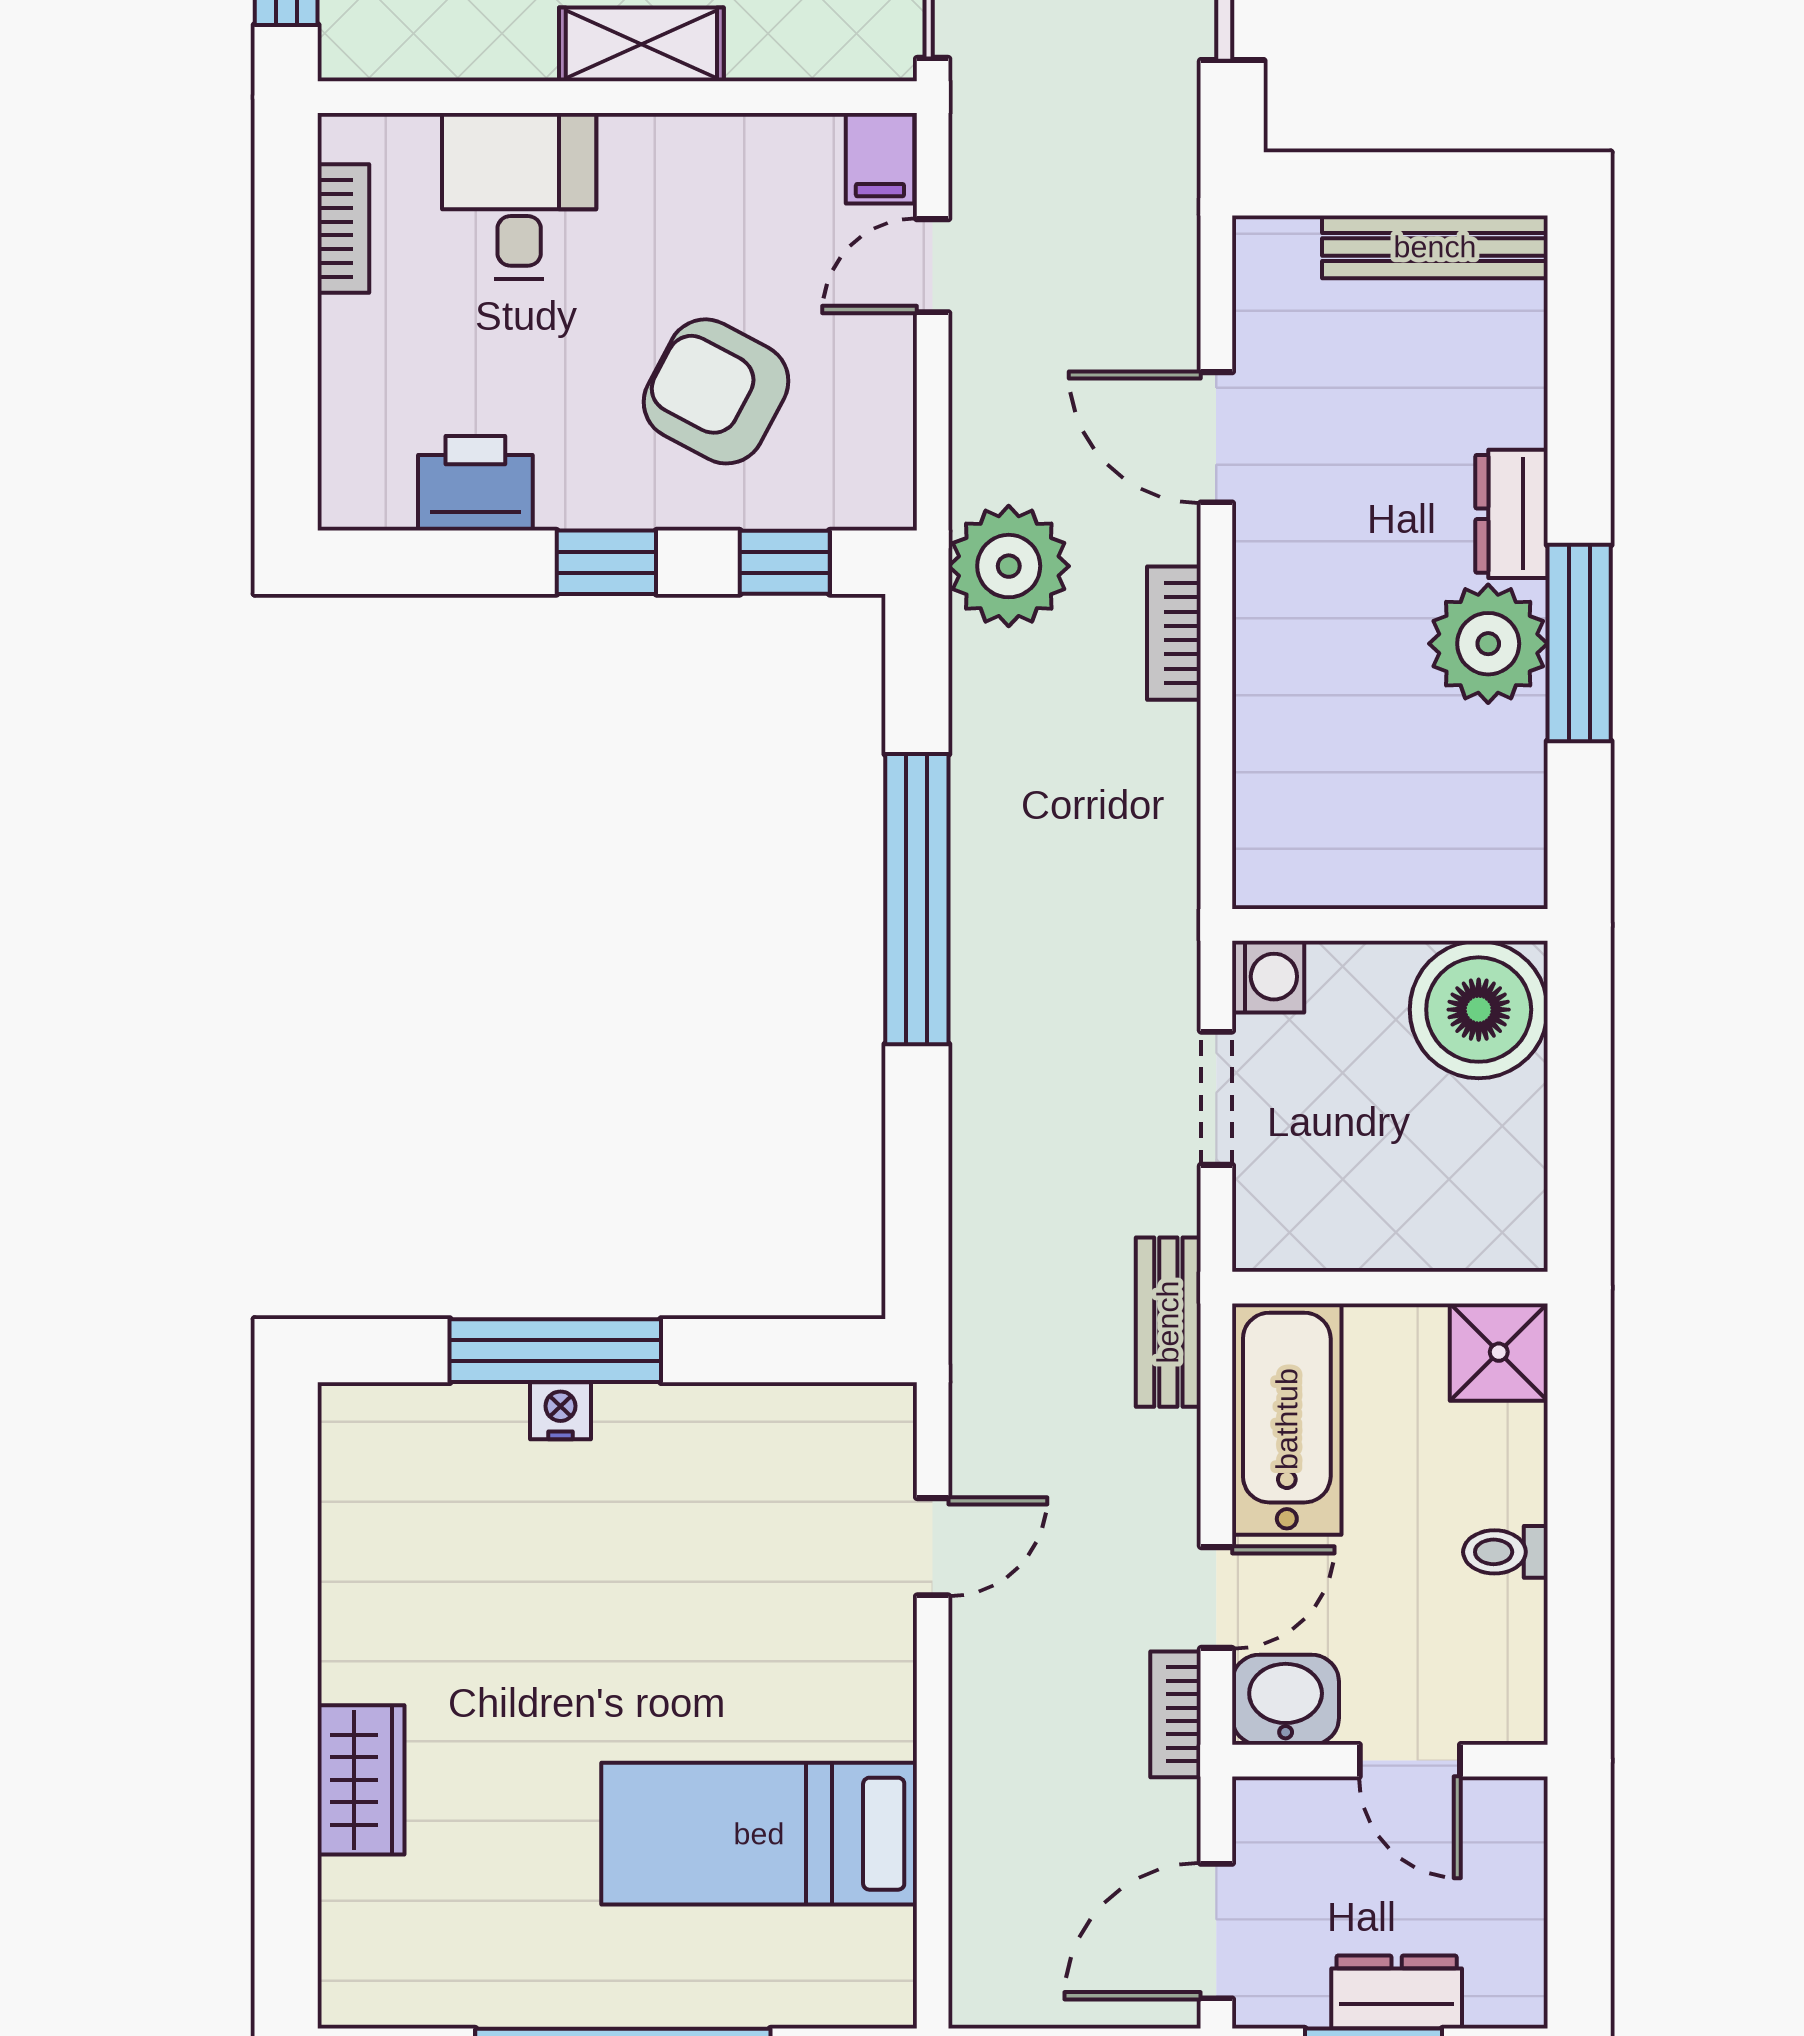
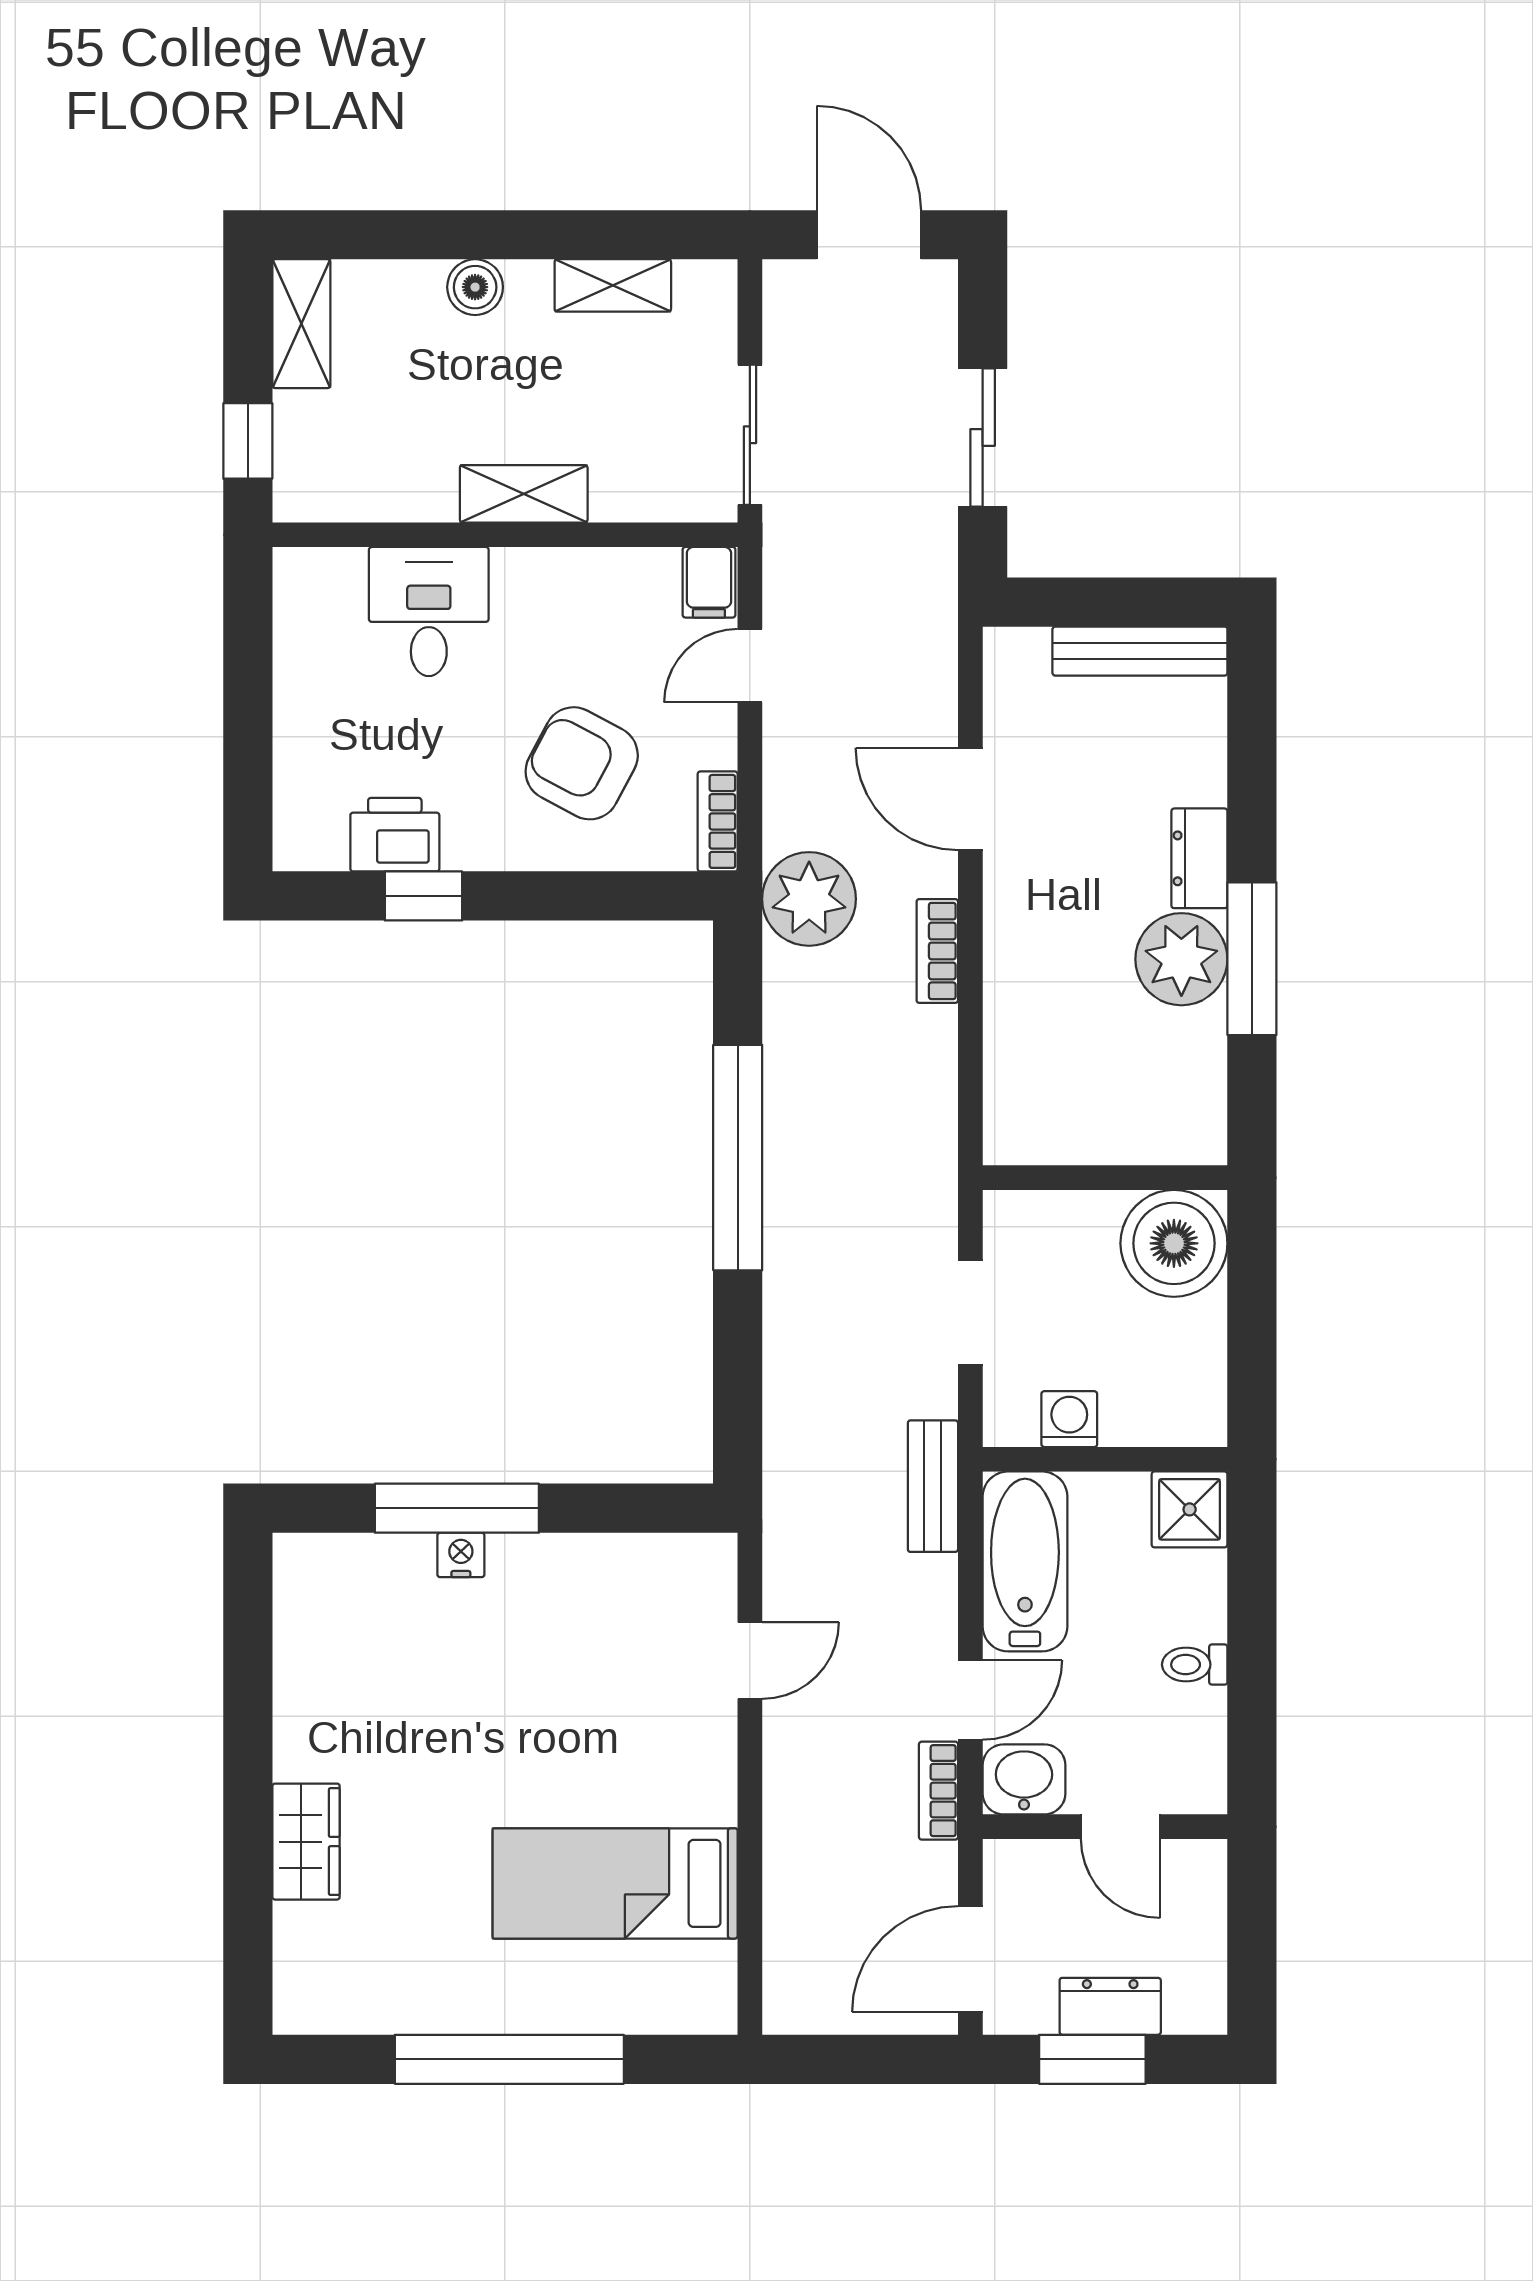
bookcase: (343, 228) -> (718, 821), moved, turned 180
window: (606, 562) -> (423, 896), moved
window: (785, 562) -> (635, 896), removed
washing machine: (1268, 977) -> (1069, 1419), moved, turned -90

